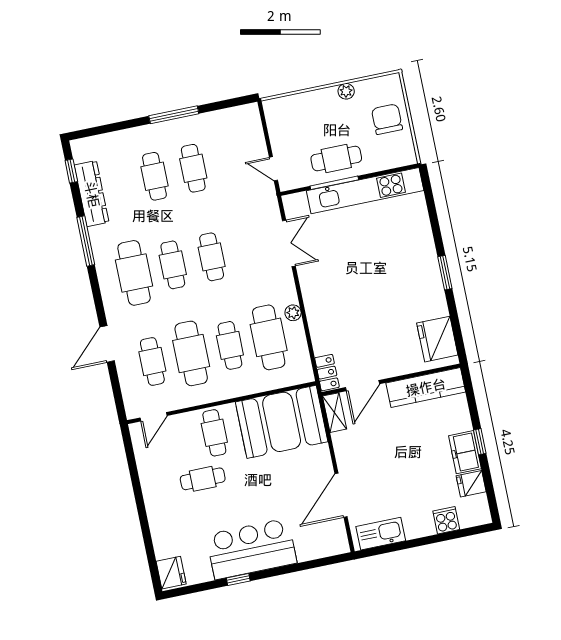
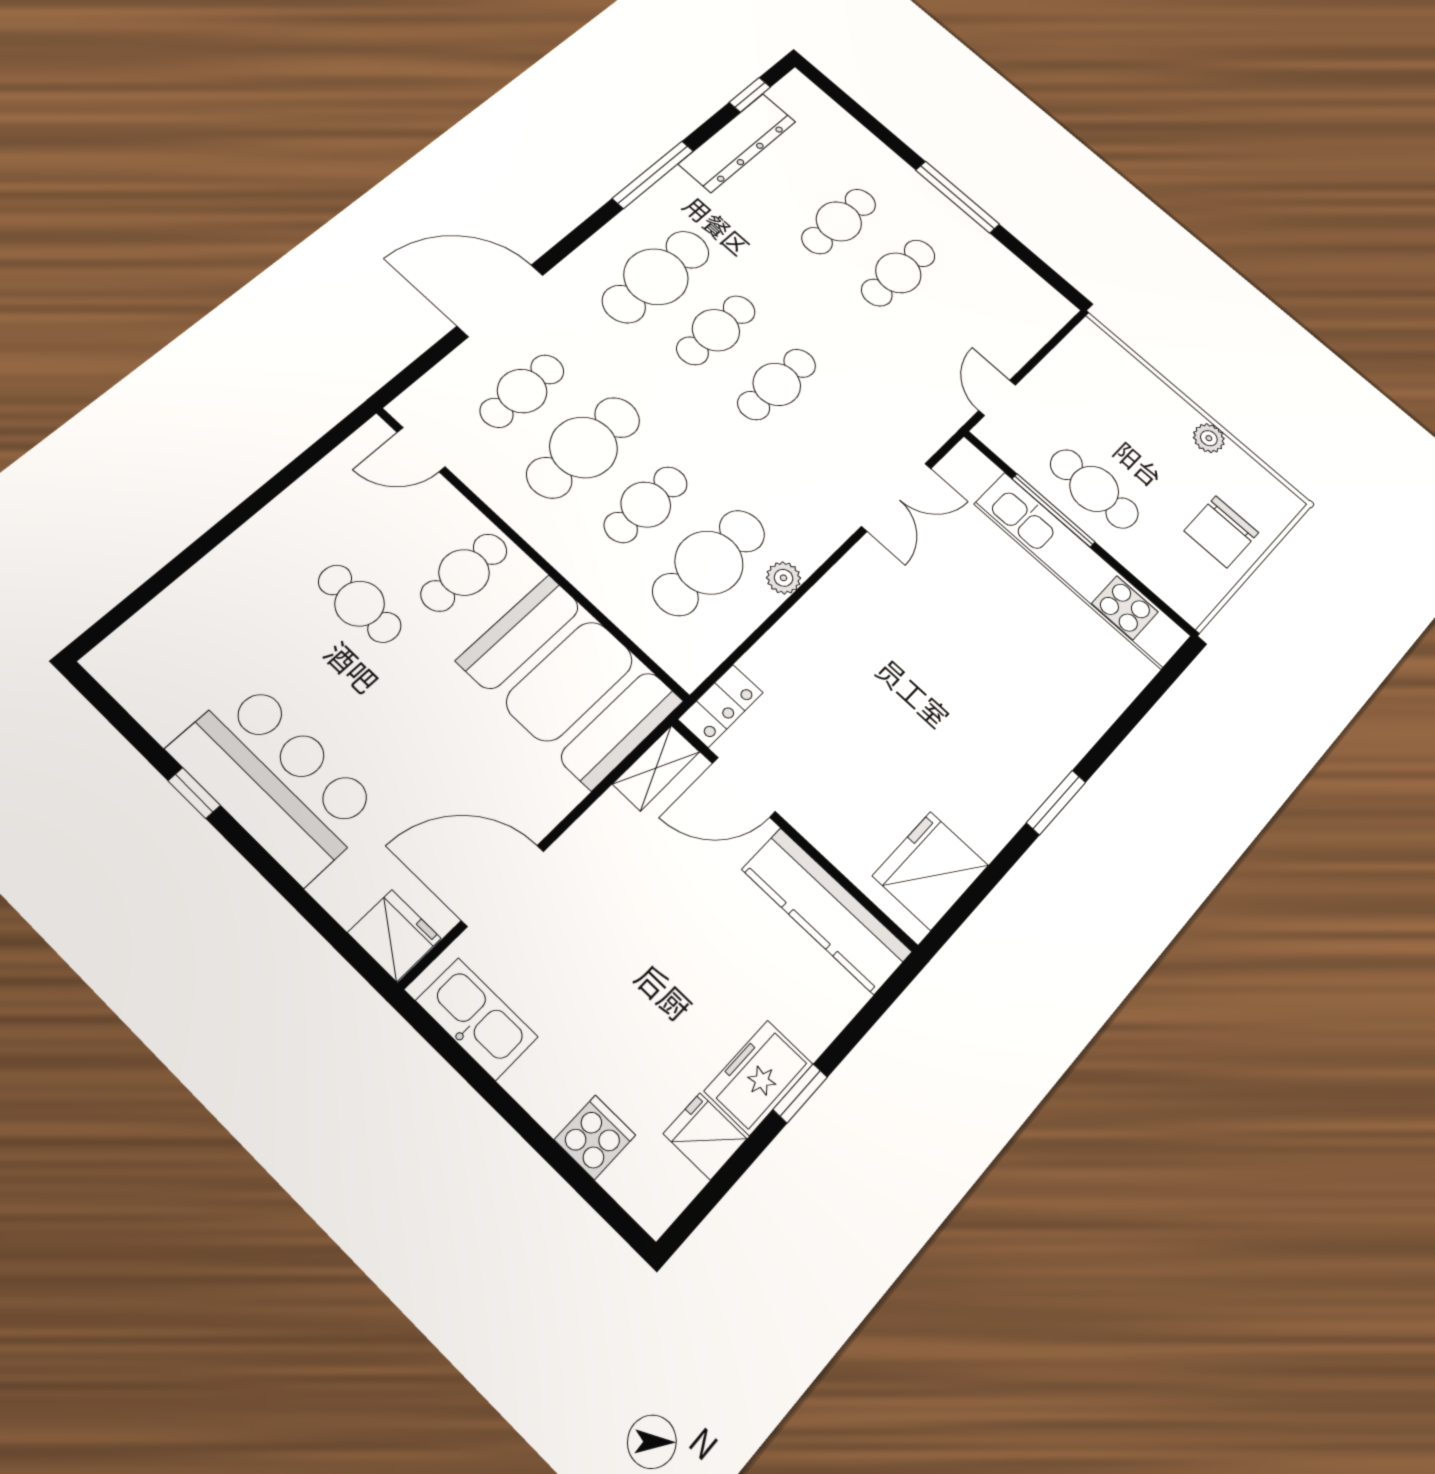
chair: (387, 119) -> (1221, 532), turned 180
door: (107, 344) -> (500, 301), width x1.36
fridge: (171, 573) -> (394, 935), moved, turned -90

